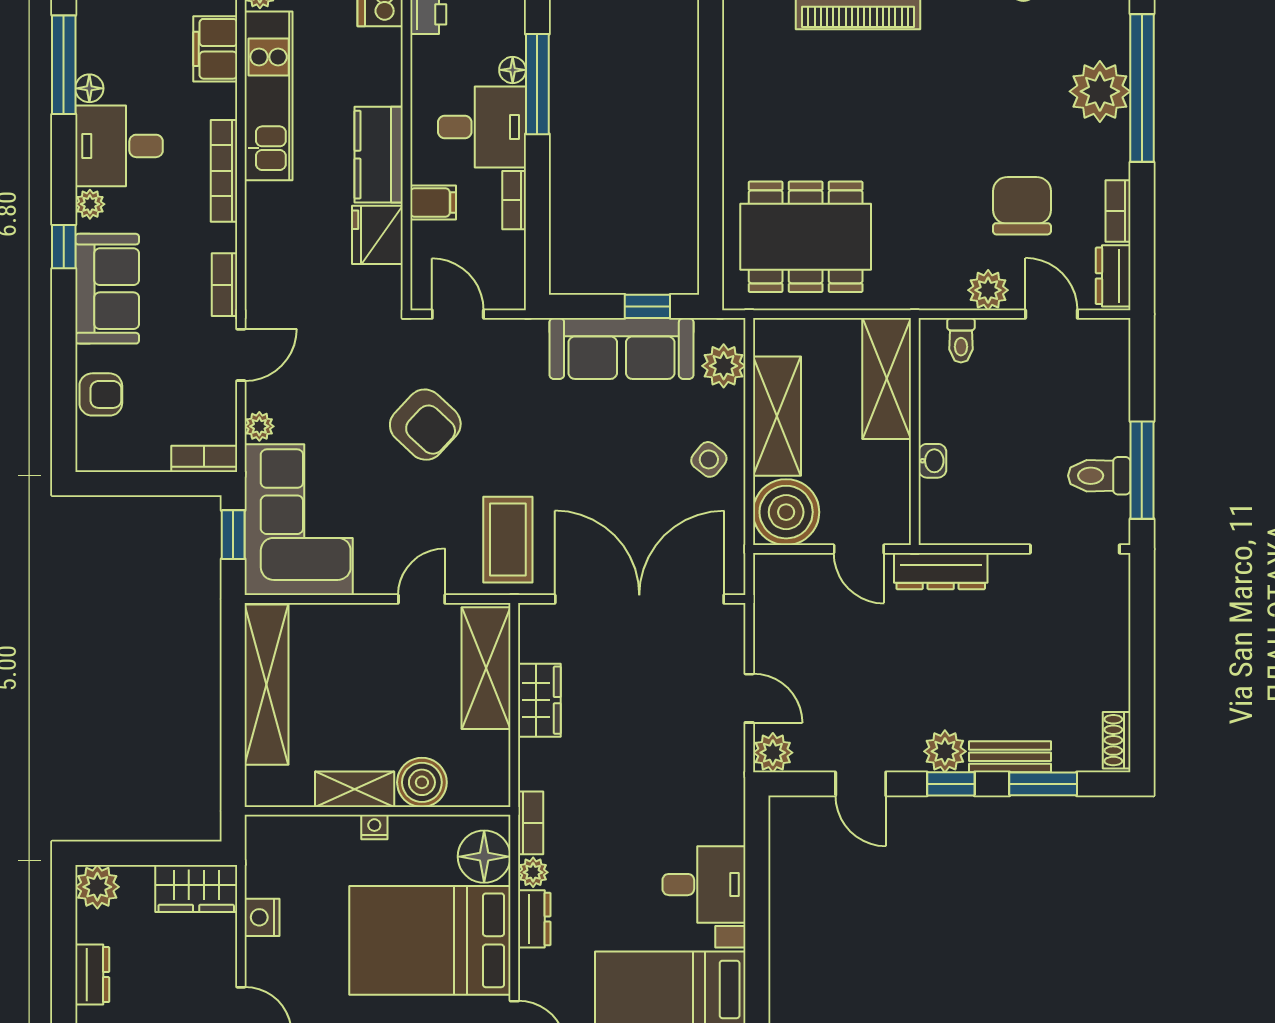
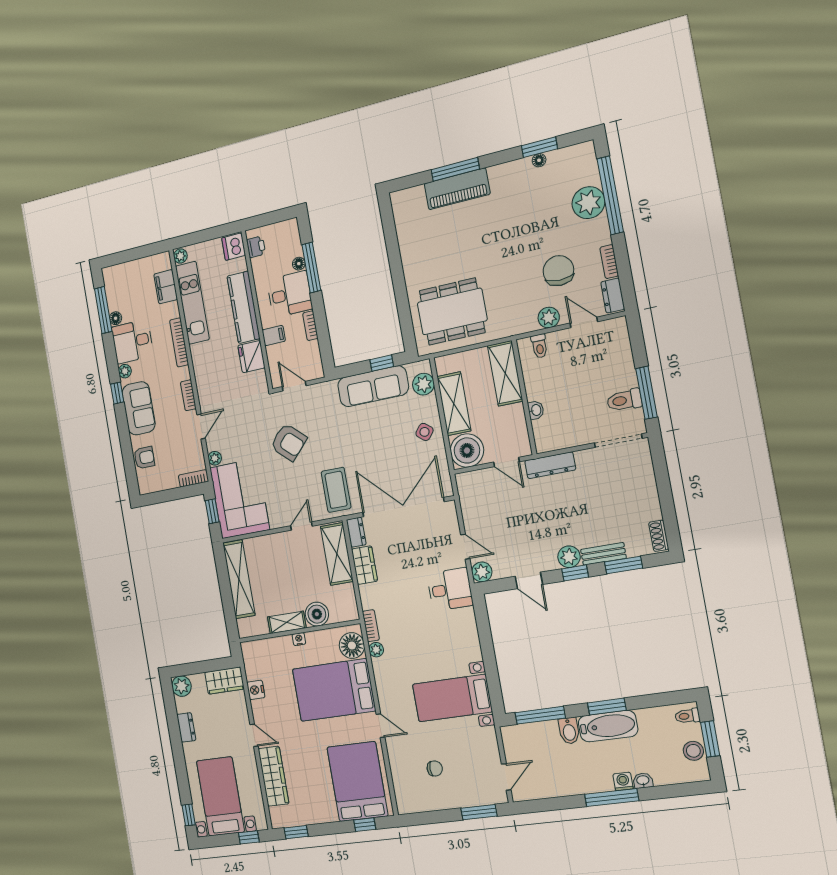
kitchen counter: (379, 155) -> (243, 307), width x1.50
desk: (704, 885) -> (450, 589), moved
dresser: (534, 919) -> (356, 532), moved

